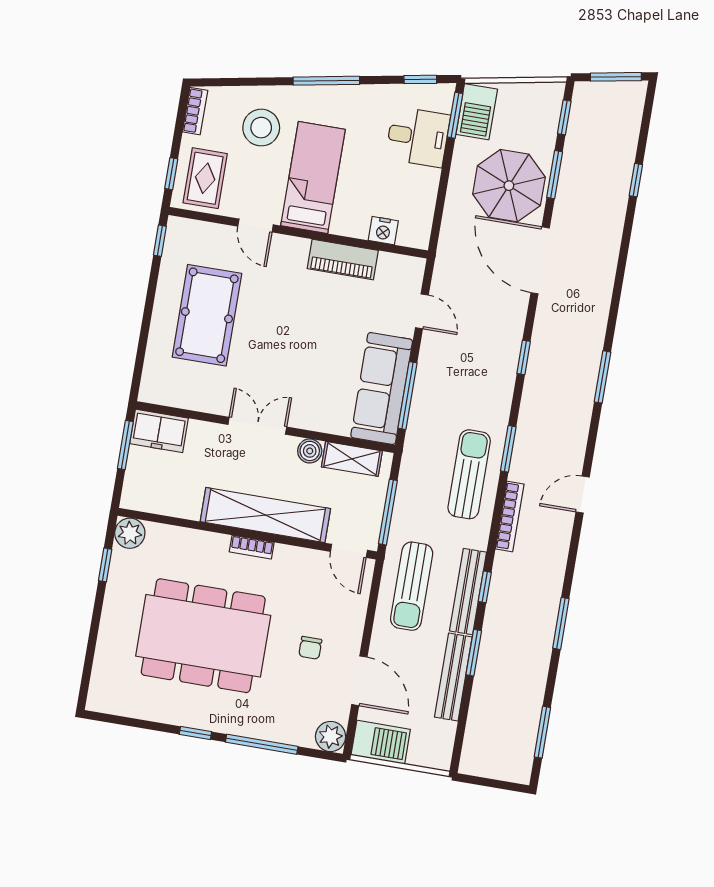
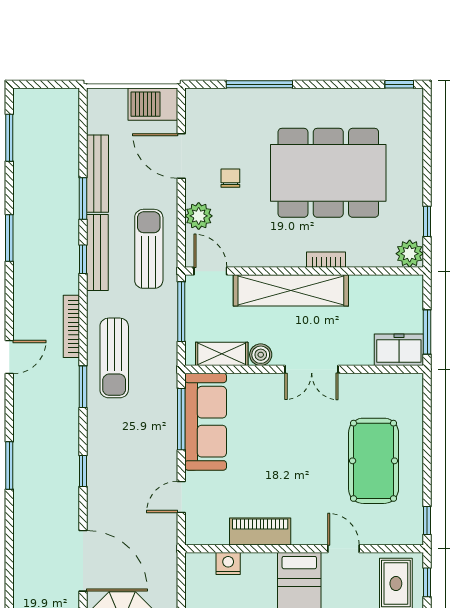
door: (422, 311) -> (181, 497), hinge flipped
bookcase: (252, 547) -> (326, 260), moved
window: (195, 733) -> (399, 84), moved
plant: (331, 736) -> (199, 216), moved

